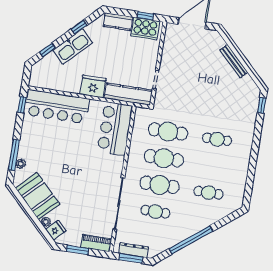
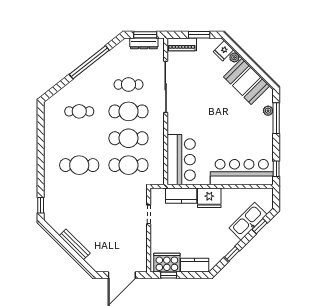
kitchen sink: (73, 46) -> (248, 221), moved
kitchen counter: (128, 94) -> (181, 196), width x0.67
cafe table: (217, 139) -> (79, 165), width x1.37, depth x1.35

